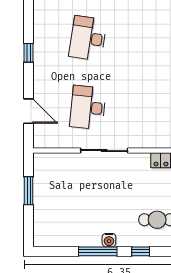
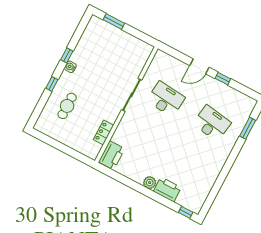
door: (29, 111) -> (199, 66), moved
window: (29, 191) -> (114, 21), moved
window: (98, 251) -> (67, 55), width x0.46

